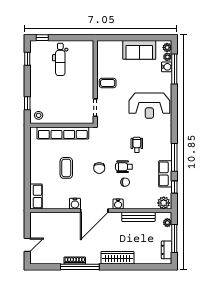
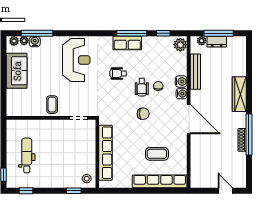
dental chair: (60, 59) -> (27, 155), turned -90
coffee table: (66, 168) -> (157, 154), moved
row of seats: (165, 174) -> (127, 43), moved
row of seats: (36, 196) -> (160, 181), width x2.02
water cooler: (75, 204) -> (181, 81), moved
dresser: (167, 250) -> (217, 42), moved

